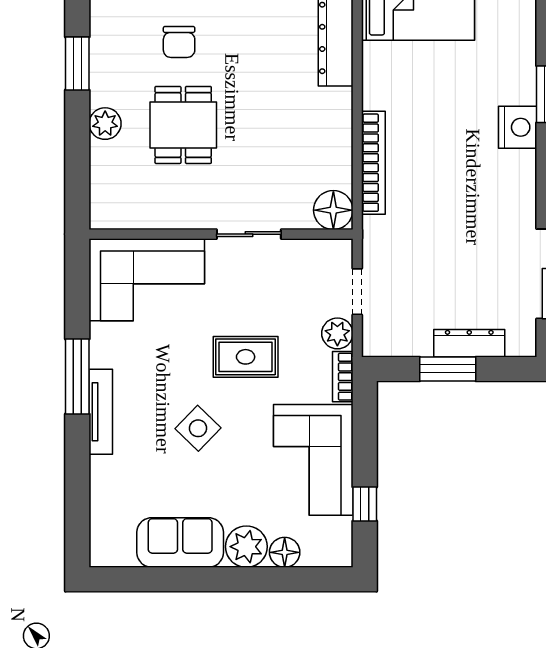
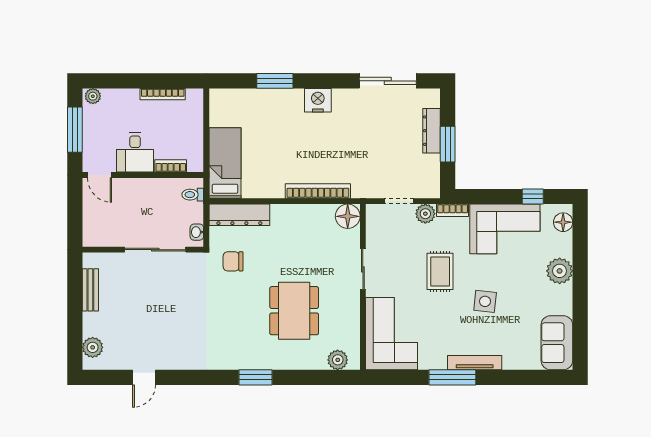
chair: (179, 42) -> (233, 261), moved, turned 180
plant: (105, 124) -> (338, 360), moved
dining table: (183, 125) -> (294, 311), width x1.38
nightstand: (518, 127) -> (318, 100), moved
side table: (198, 428) -> (485, 301), turned -38
sofa: (180, 542) -> (557, 343), moved
floor lamp: (285, 552) -> (563, 222), moved

